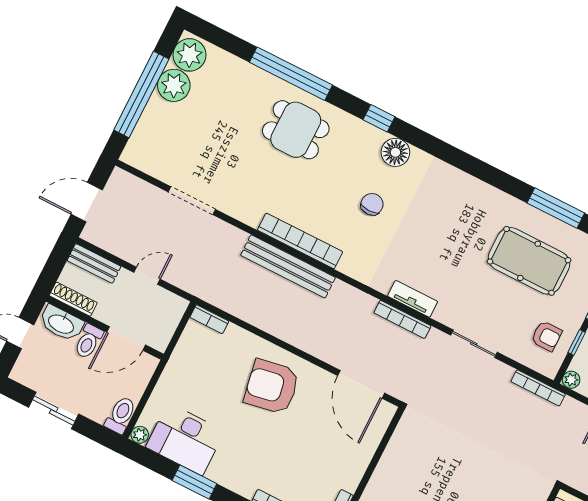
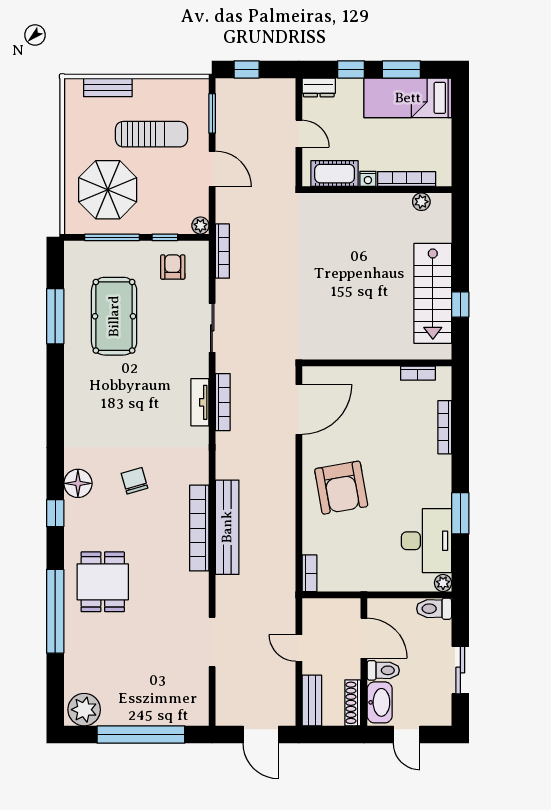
plant: (174, 85) -> (118, 710), removed
chair: (372, 204) -> (134, 481), turned 74

